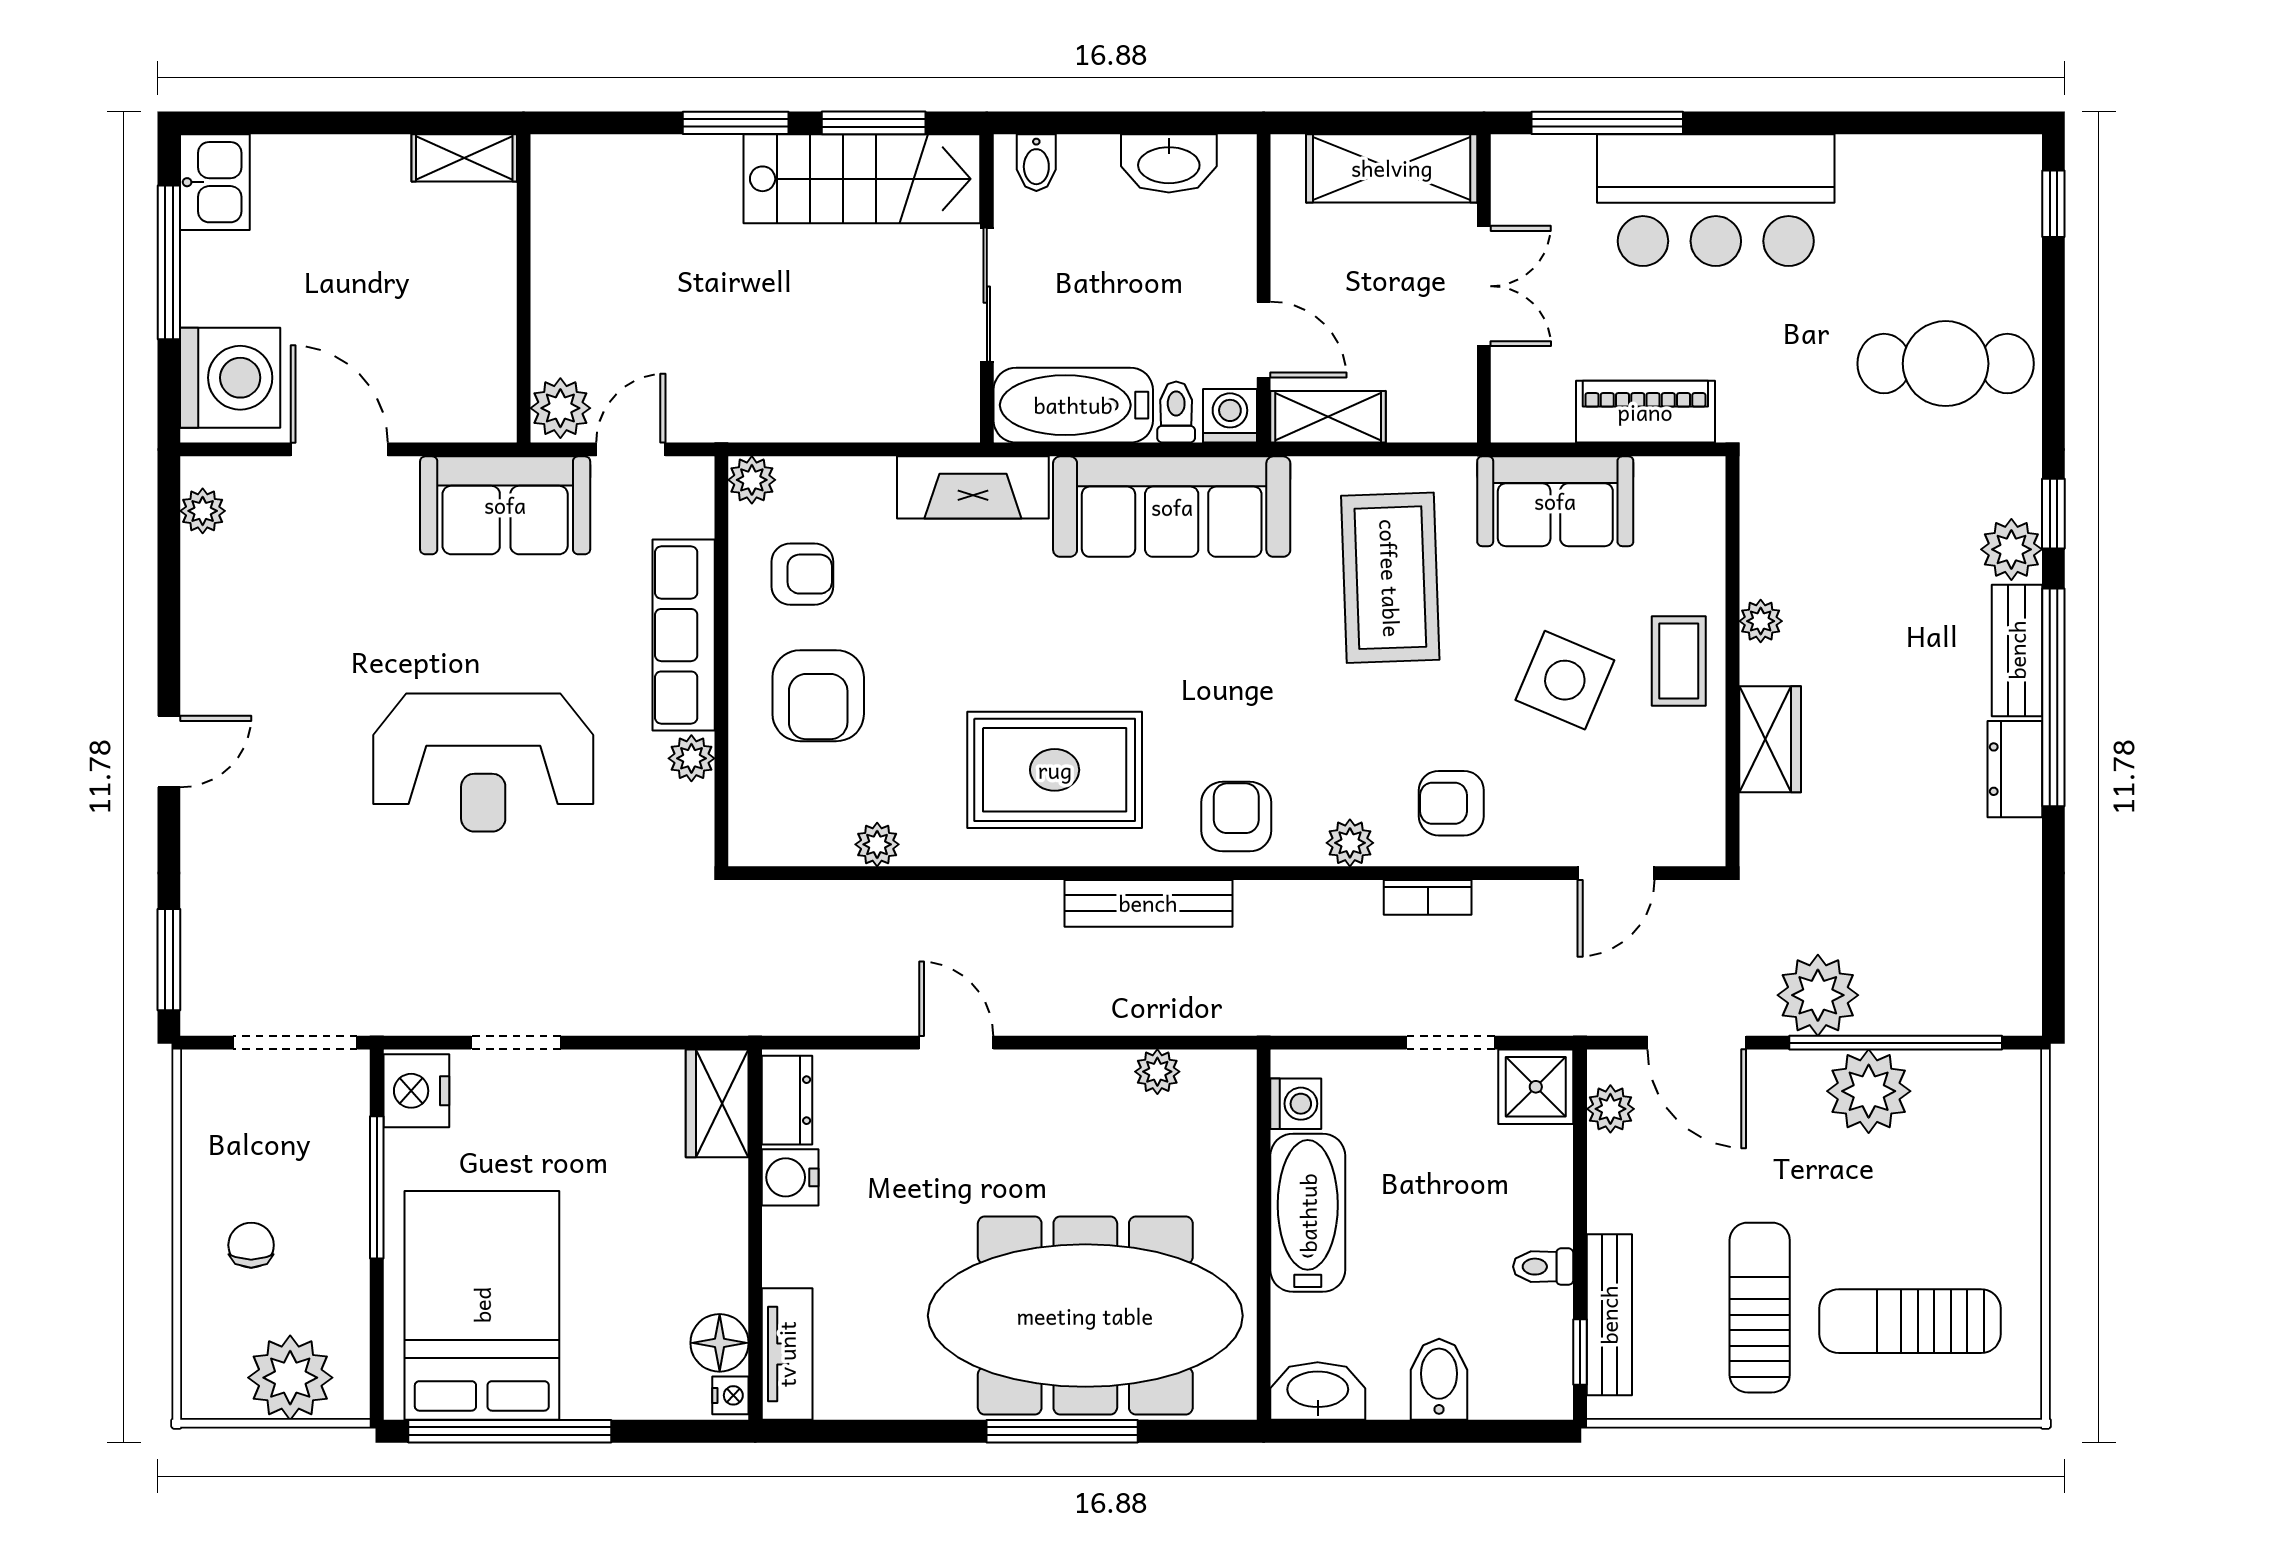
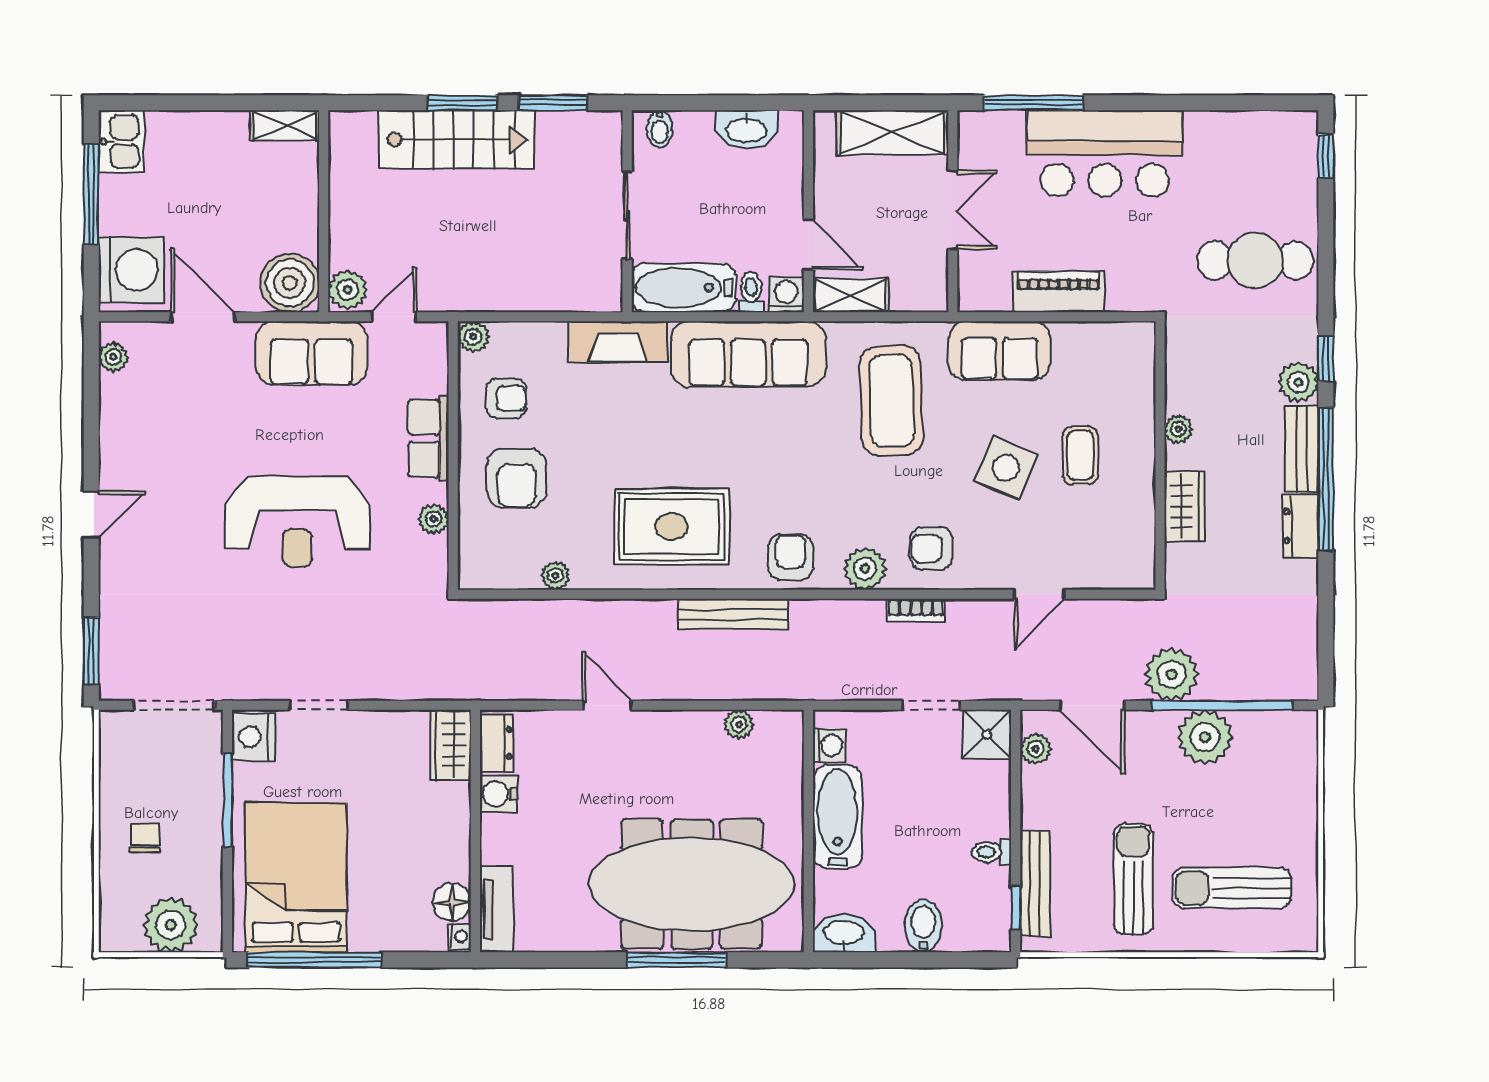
stairs: (862, 179) -> (457, 139), moved
boiler: (472, 398) -> (290, 283), added
plant: (1761, 621) -> (1178, 429), moved
row of seats: (684, 635) -> (428, 438), width x0.68
wall: (1732, 661) -> (1160, 455), moved
wardrobe: (1770, 739) -> (1185, 507), moved
plant: (1350, 843) -> (865, 569), width x1.38, depth x1.38

